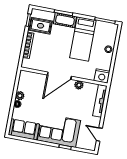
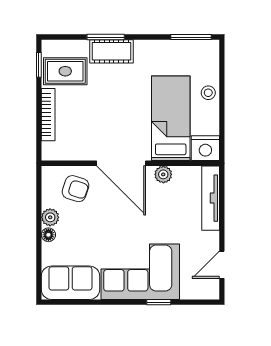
bed: (83, 39) -> (171, 118), moved, turned 180
door: (59, 76) -> (121, 163), hinge flipped
armchair: (35, 84) -> (75, 189), added
door: (99, 134) -> (222, 265), hinge flipped

